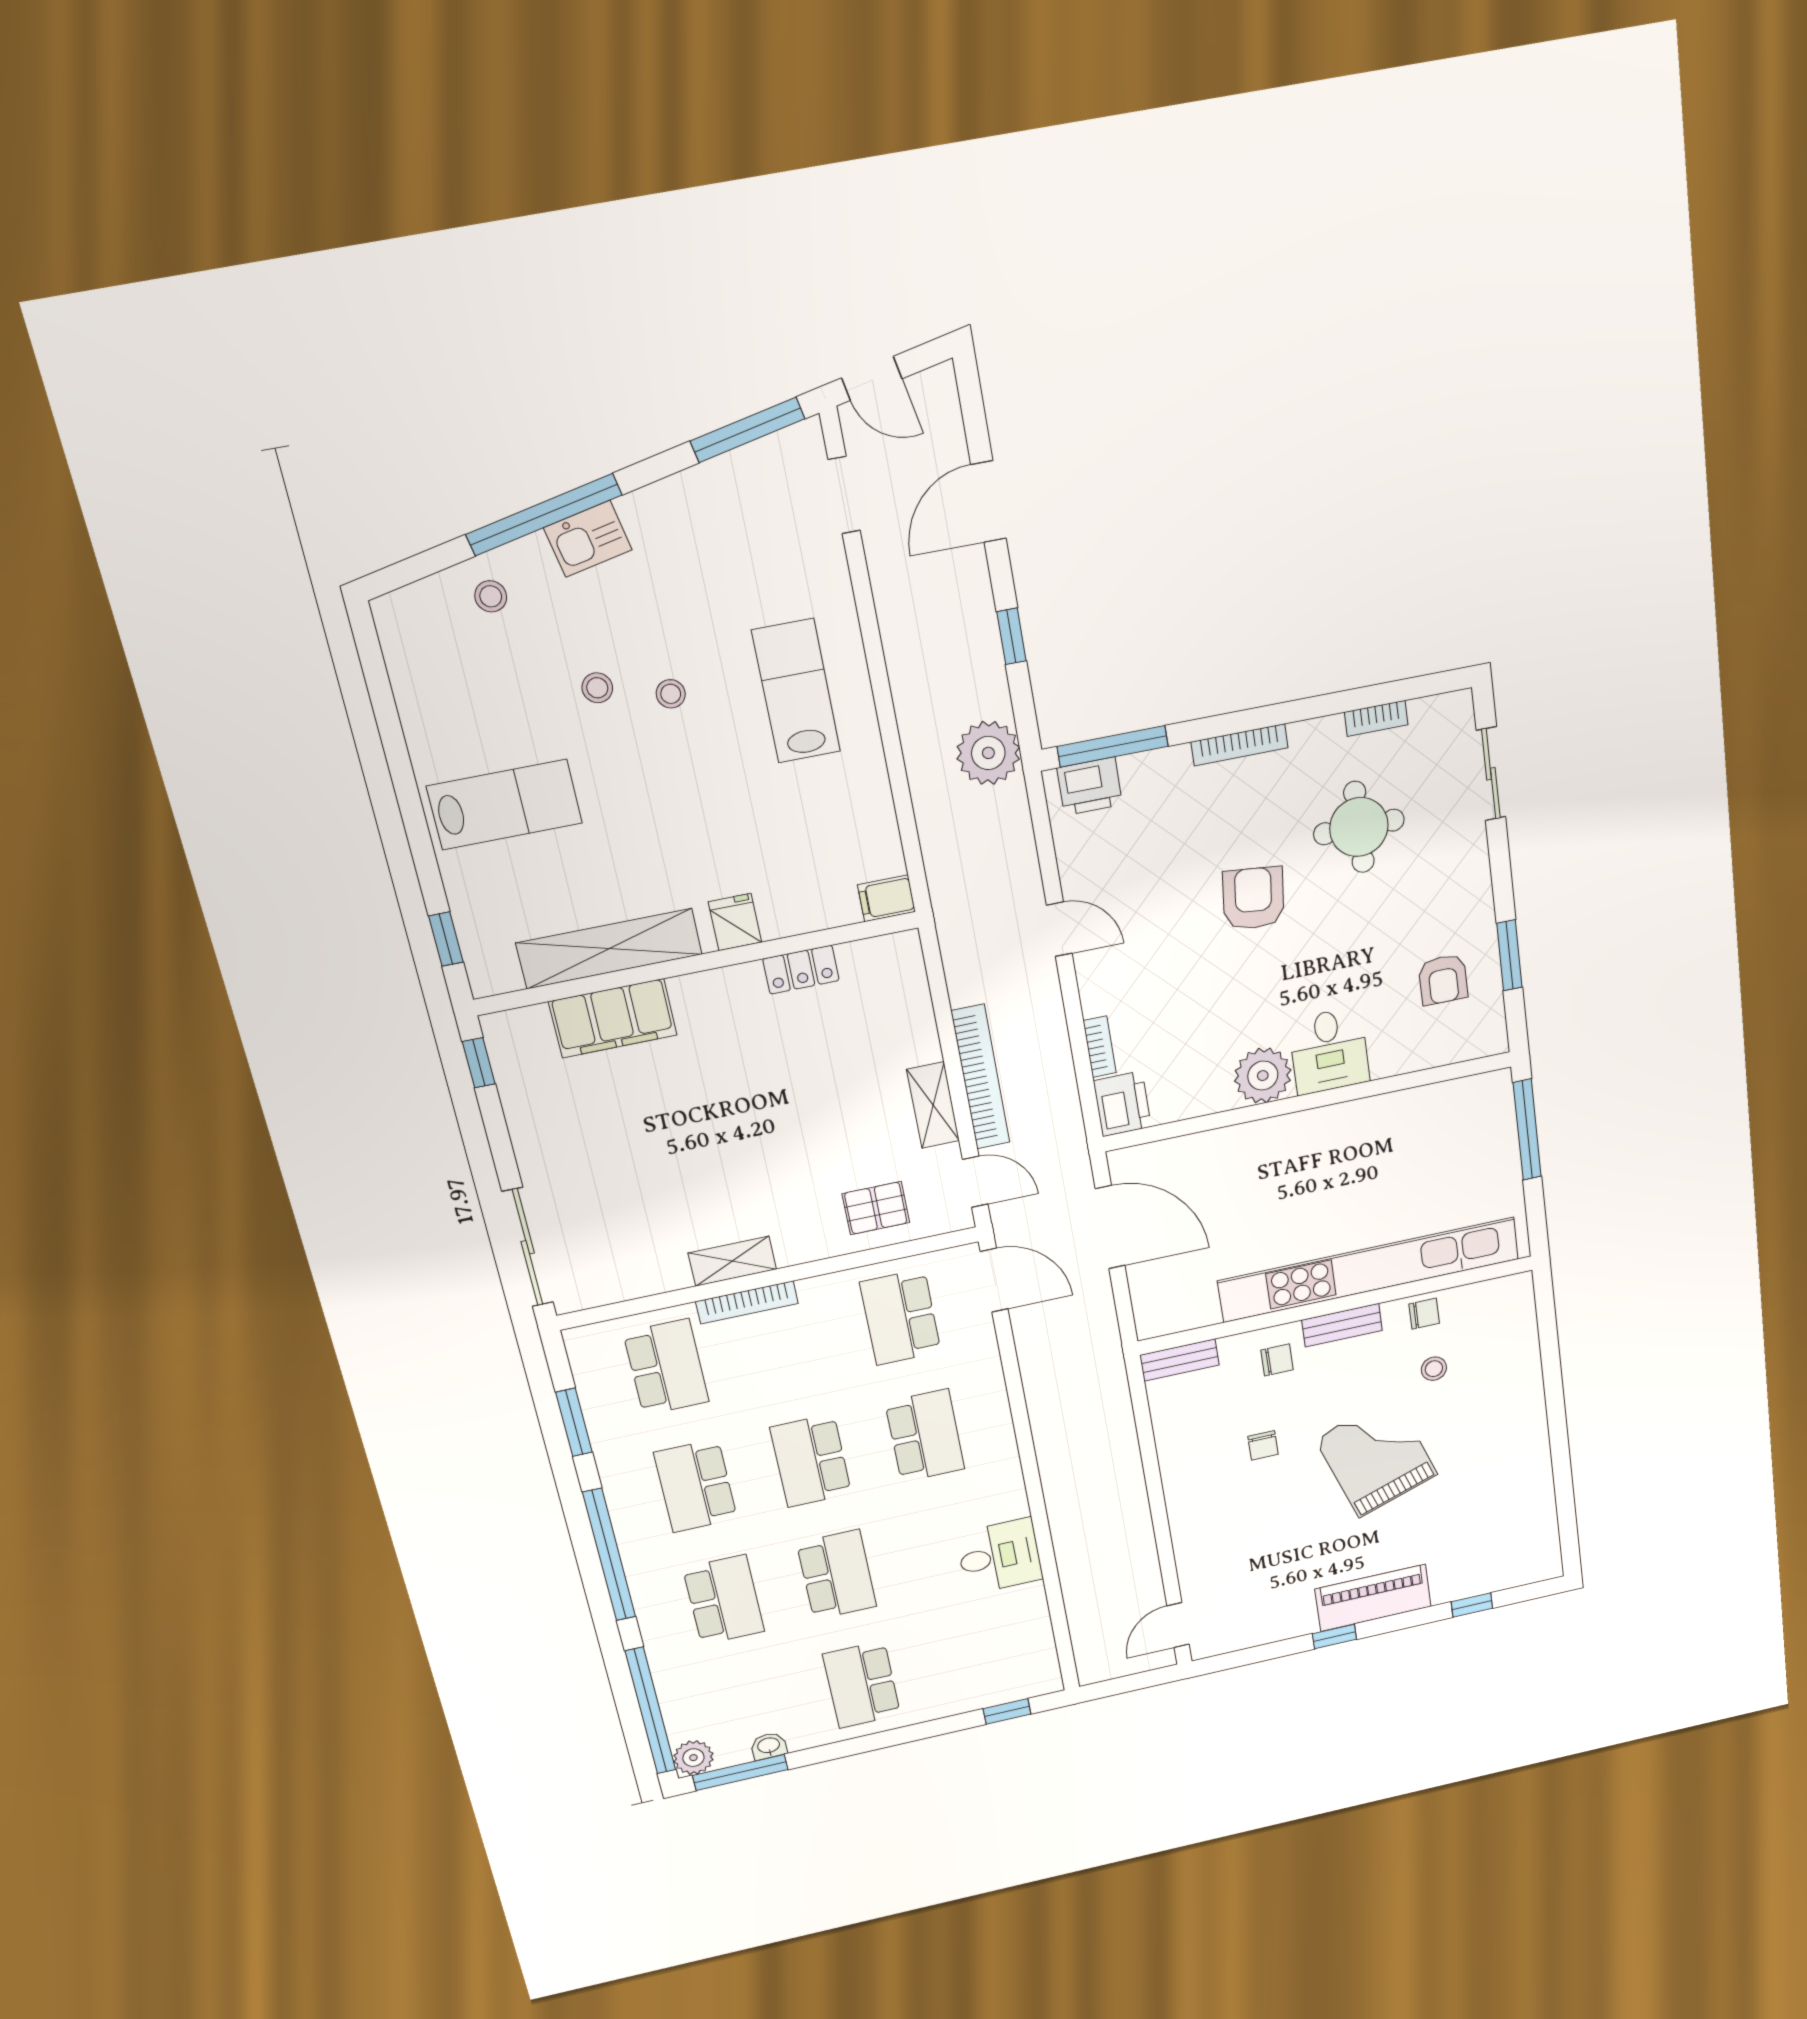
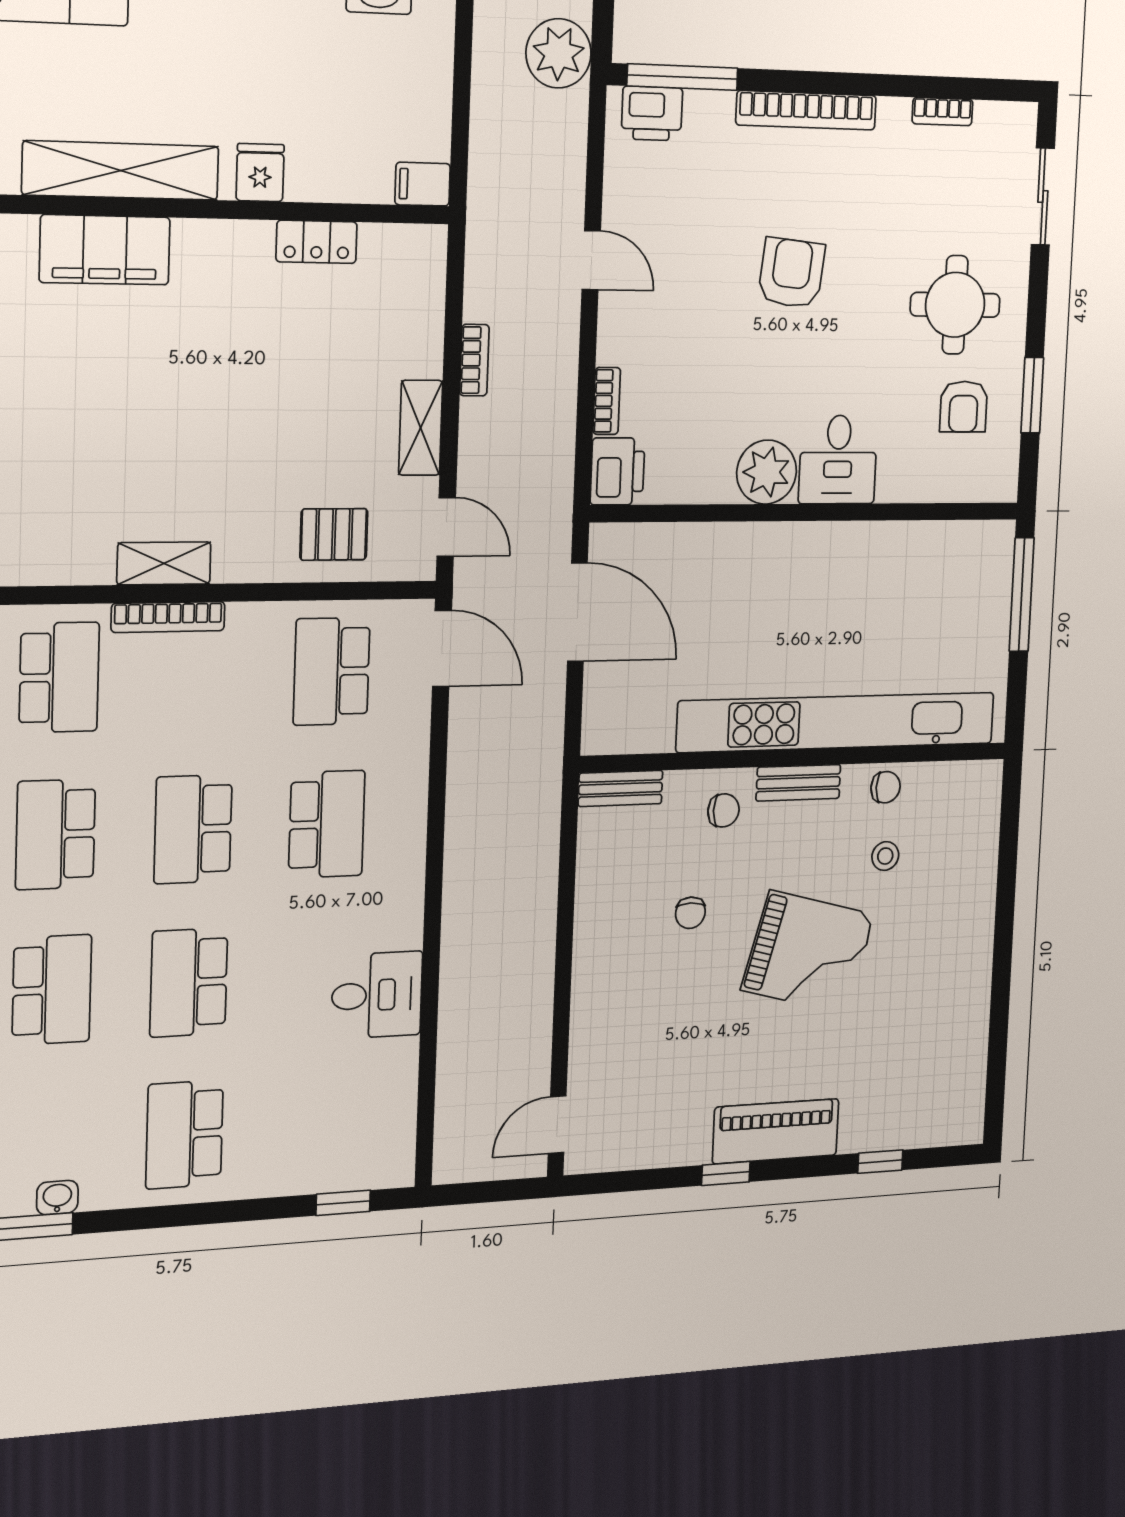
bookcase: (1239, 745) -> (806, 110), width x1.48, depth x1.31
round table: (1359, 827) -> (955, 305), moved
bookcase: (980, 1077) -> (474, 360), width x0.43, depth x0.76
grand piano: (1376, 1457) -> (808, 952), turned 124
school desk: (837, 1575) -> (189, 983), turned 180

